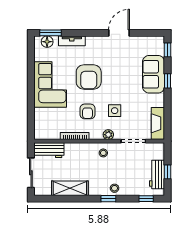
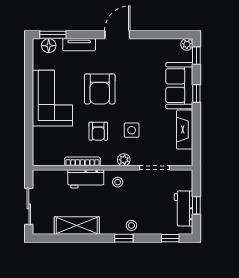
door: (119, 33) -> (117, 35), moved
plant: (160, 41) -> (187, 44), added
fireplace: (158, 123) -> (185, 130), moved
workbench: (49, 150) -> (86, 179), moved

